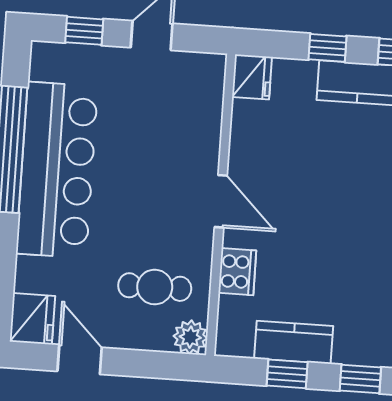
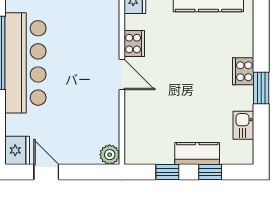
cooker: (237, 272) -> (134, 44), moved
cafe table: (155, 287) -> (87, 127), removed
kitchen counter: (294, 342) -> (197, 153), moved

